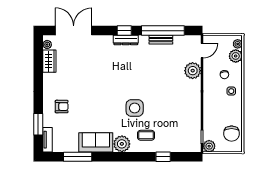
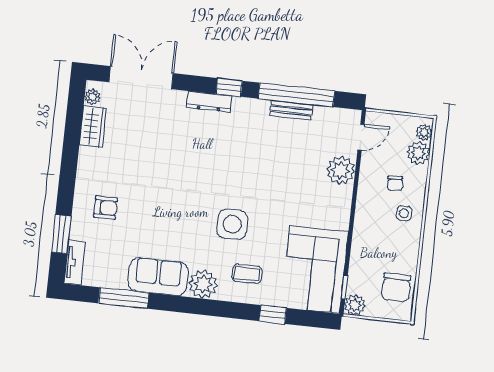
dresser: (126, 40) -> (209, 102), moved
corner sofa: (184, 129) -> (315, 270), added

